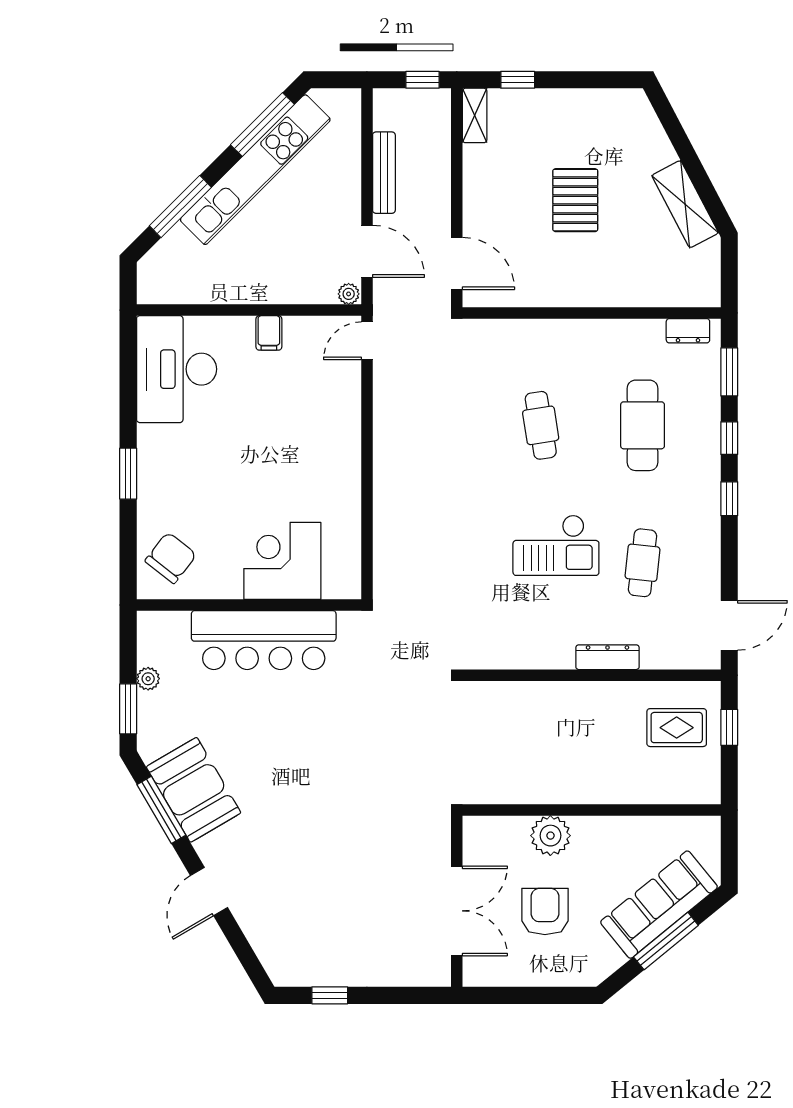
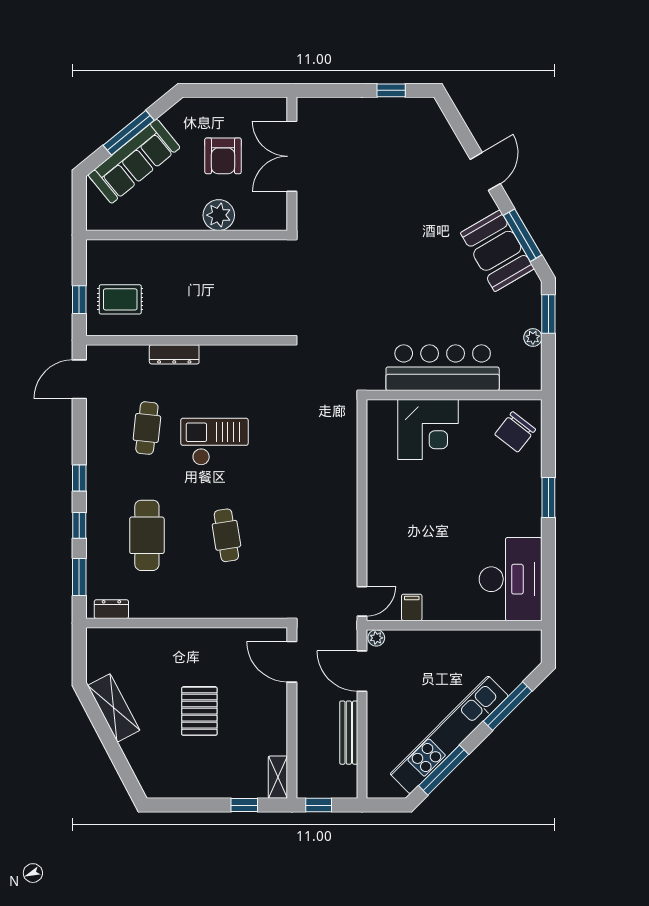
filing cabinet: (269, 333) -> (412, 607), moved

